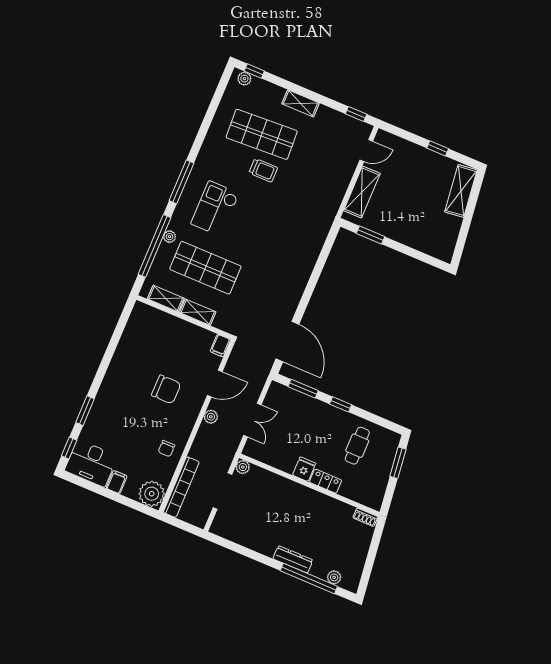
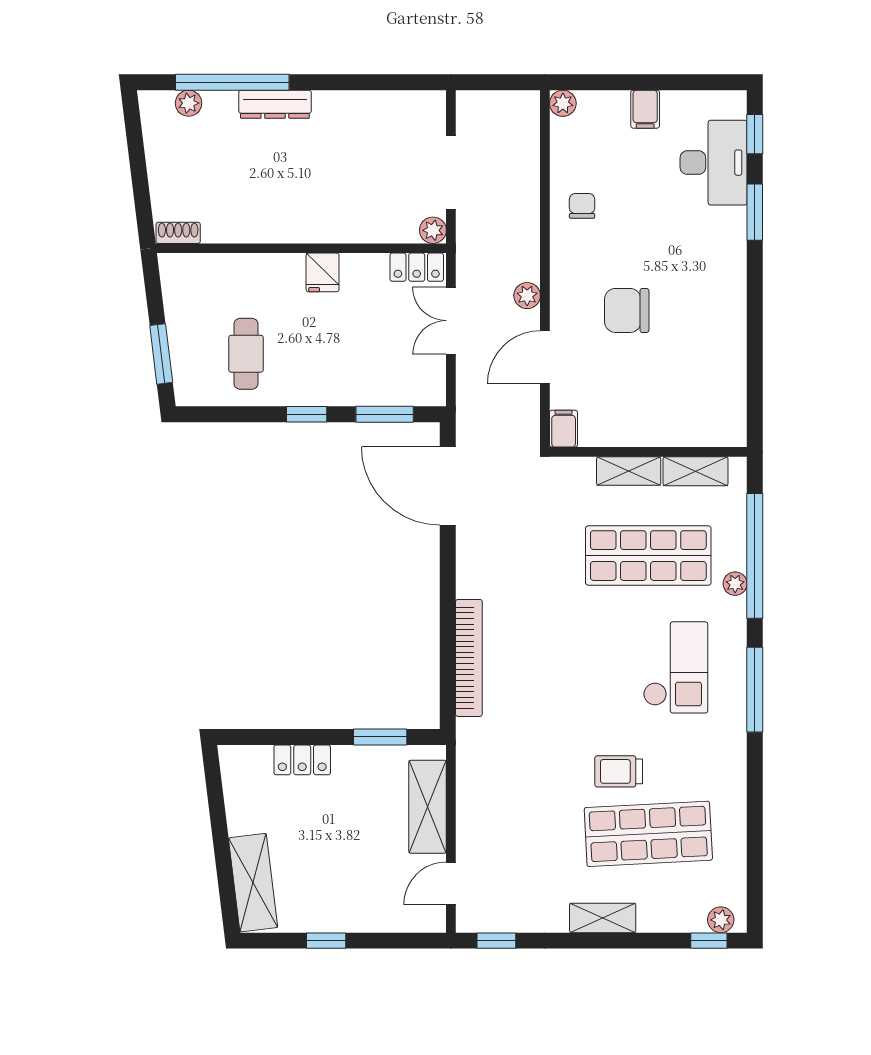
locker: (413, 240) -> (302, 760), added
desk: (91, 463) -> (714, 163), moved, turned 90
locker: (326, 481) -> (417, 267), moved
bookcase: (181, 487) -> (469, 658), moved, turned 180
plant: (152, 494) -> (563, 103), width x0.53, depth x0.53

